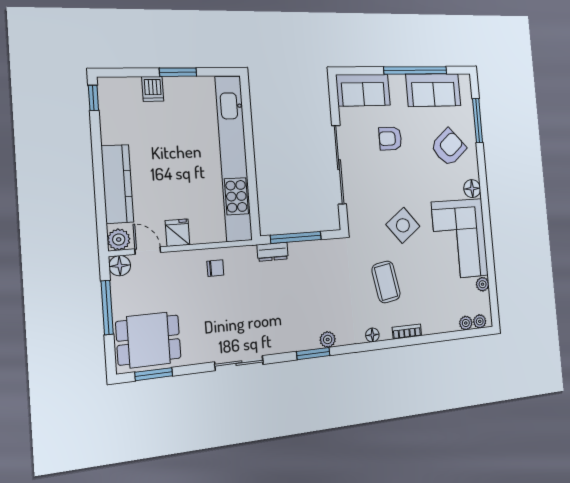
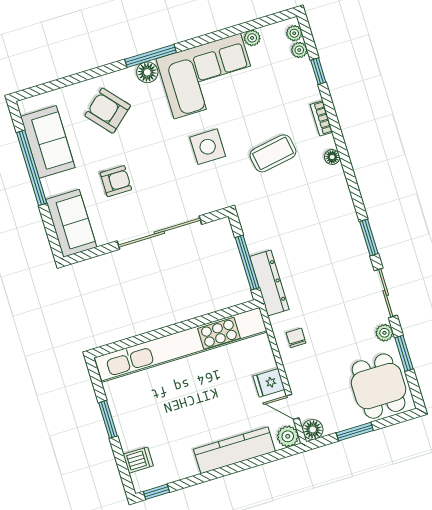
dishwasher: (153, 89) -> (138, 460), moved
window: (478, 121) -> (151, 56), moved
armchair: (390, 138) -> (116, 181), turned -90
side table: (403, 225) -> (208, 147), turned 38
door: (148, 251) -> (293, 407), hinge flipped
dresser: (273, 252) -> (269, 283), width x1.96, depth x1.24
window: (107, 307) -> (355, 432), width x0.69
window: (446, 336) -> (318, 71), added
plant: (328, 339) -> (384, 333), moved
window: (313, 354) -> (369, 237), moved
window: (154, 374) -> (404, 353), moved

